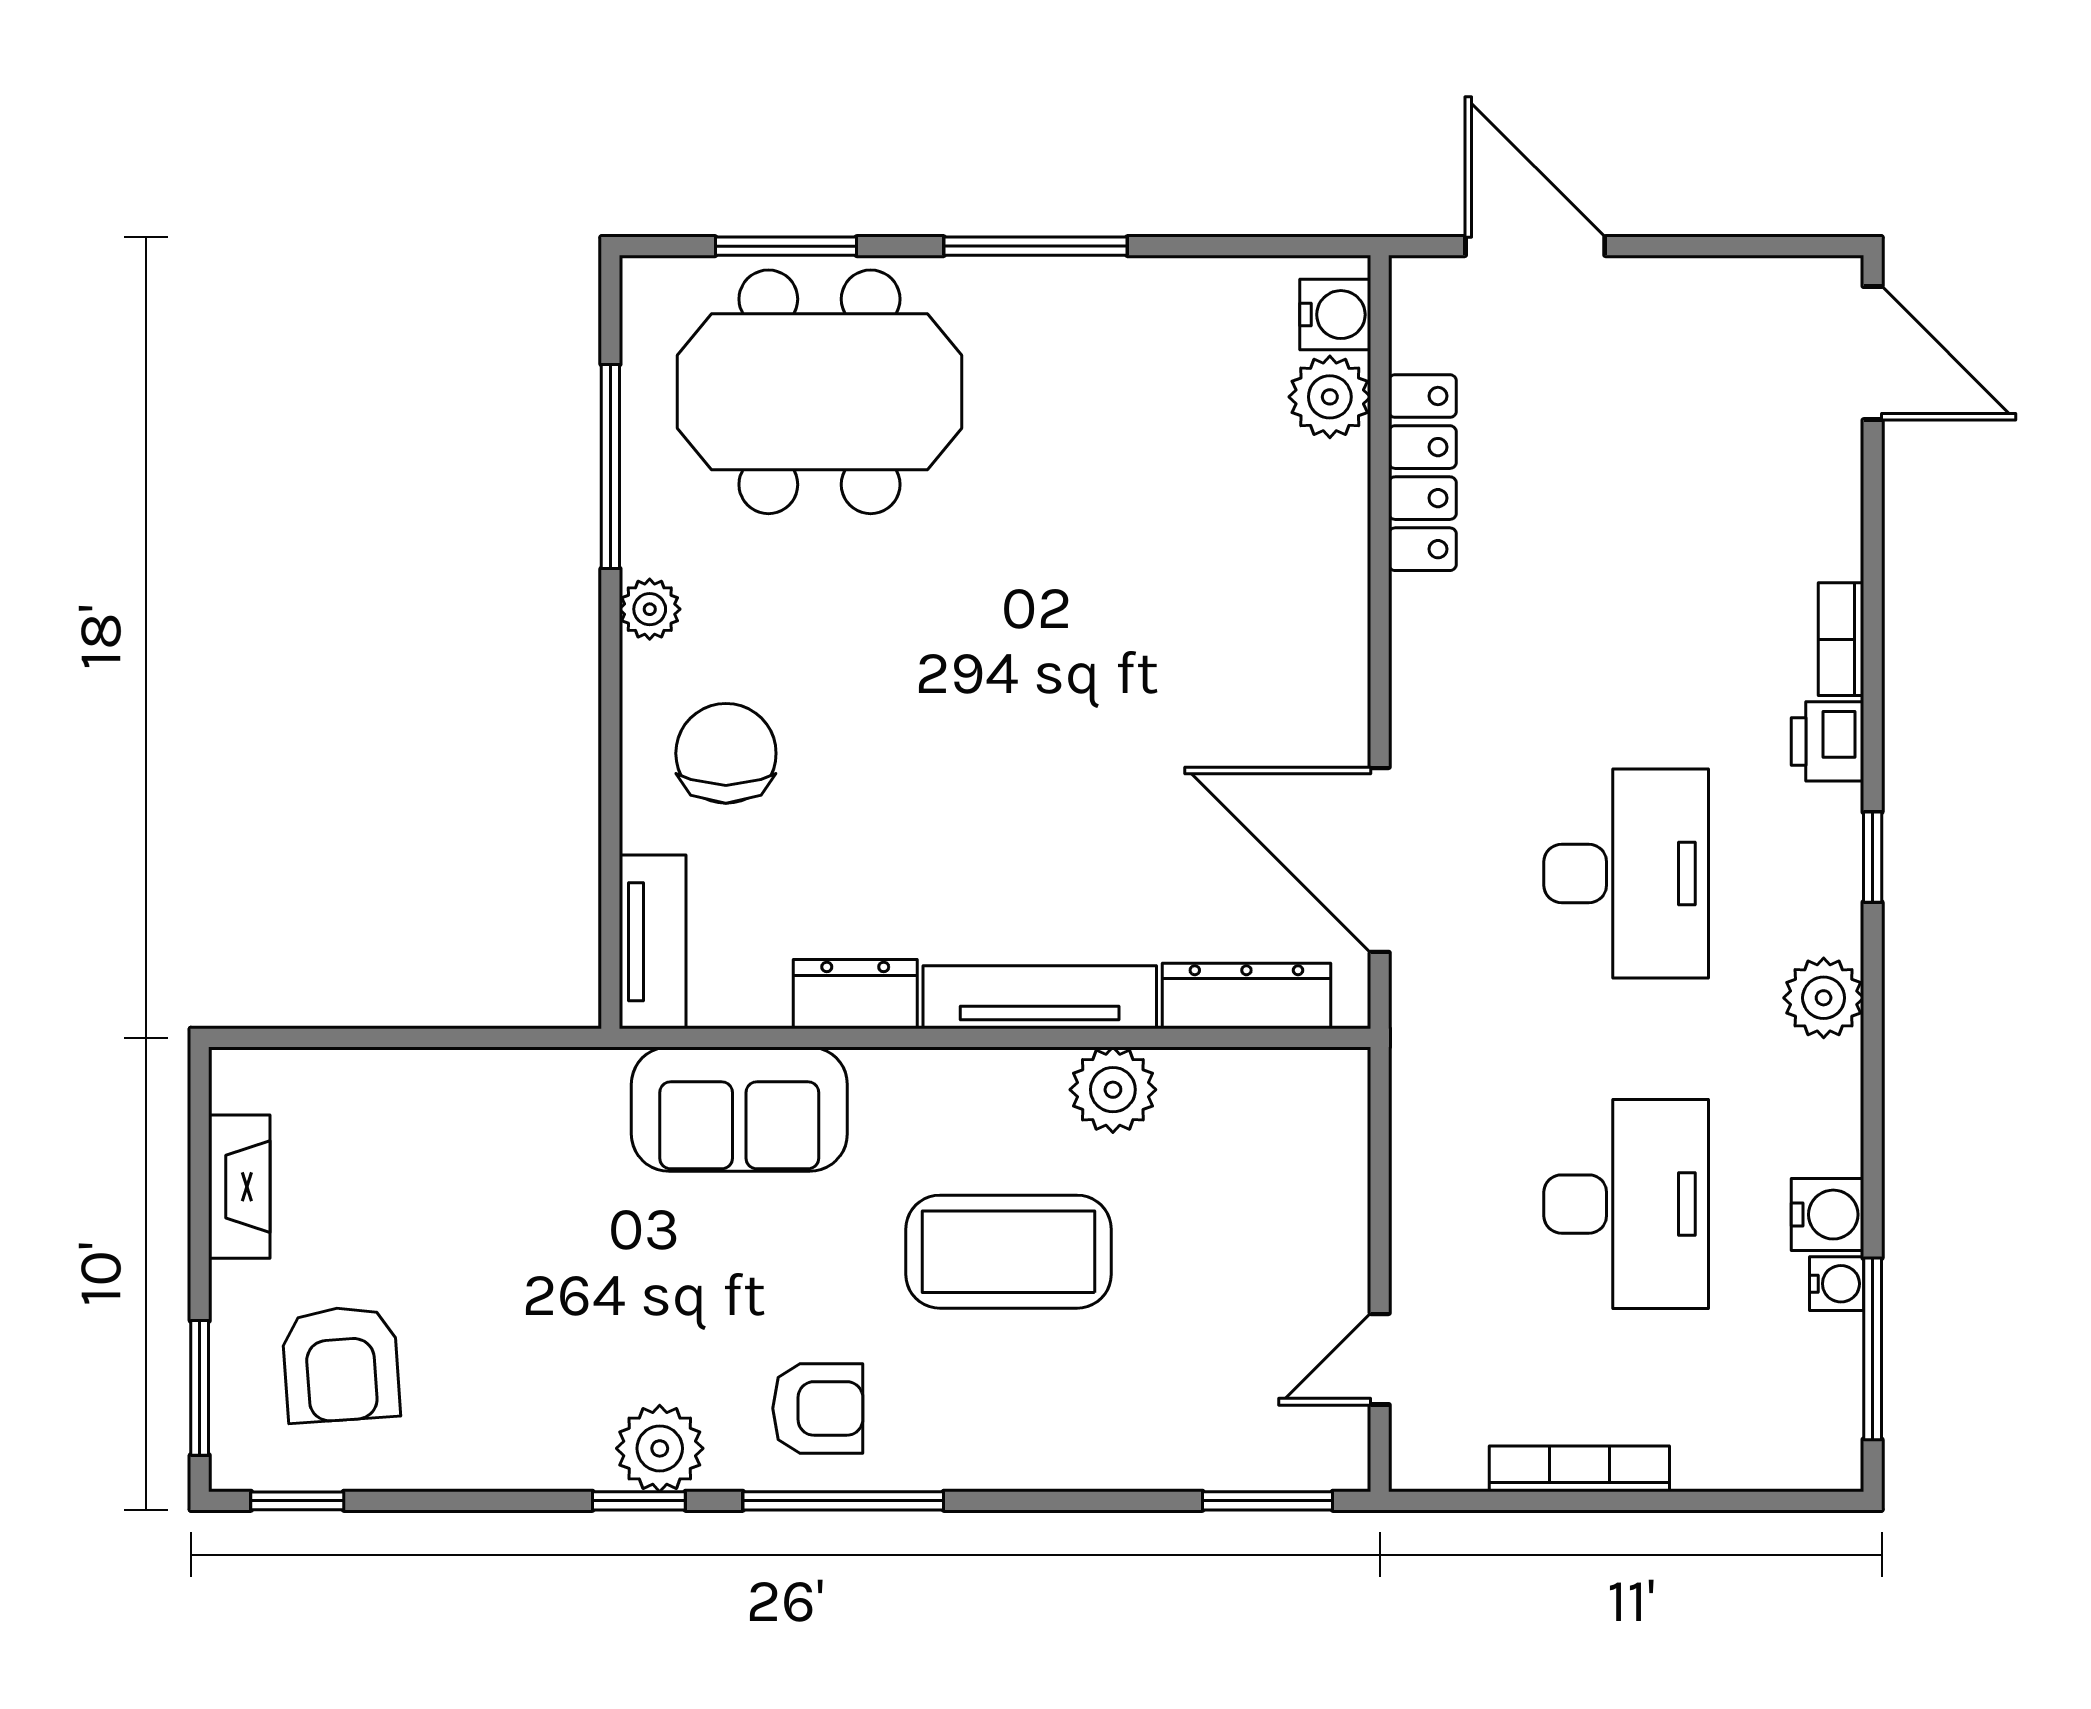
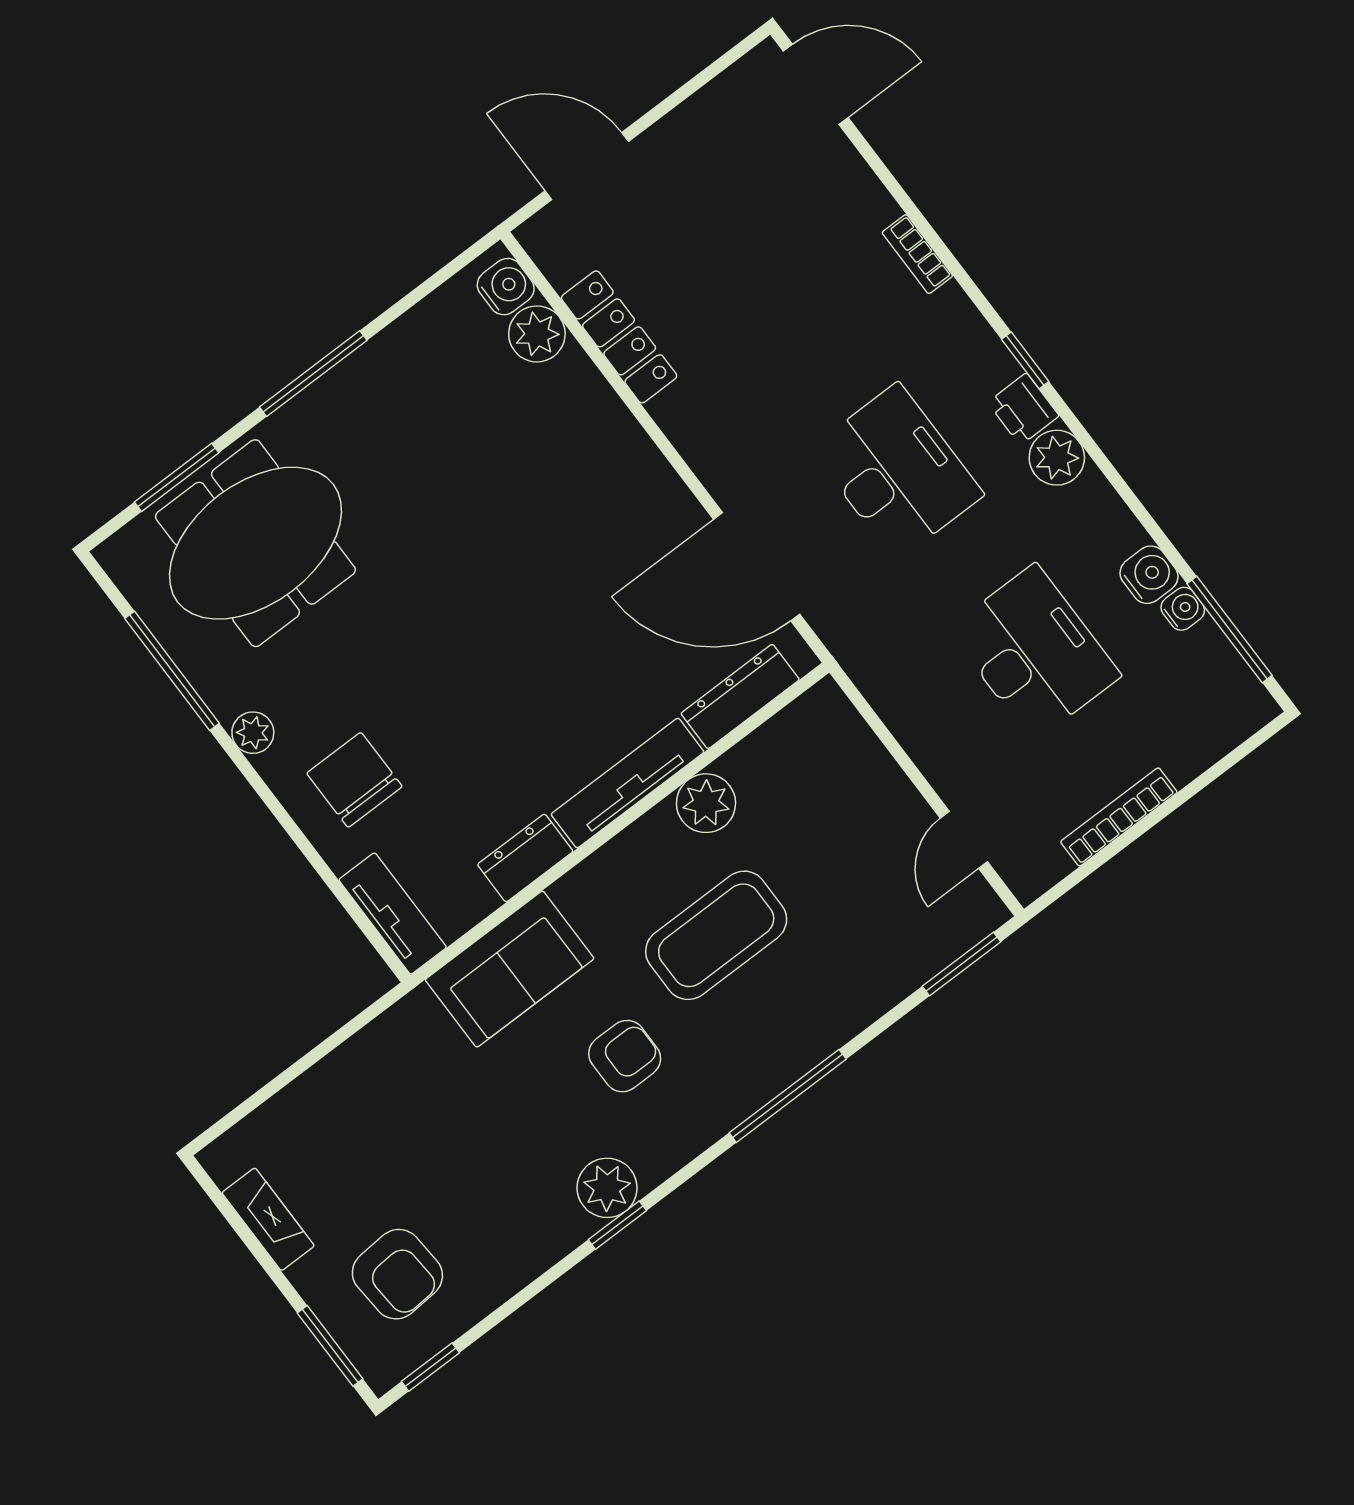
printer: (1827, 741) -> (1023, 409), moved
armchair: (818, 1408) -> (625, 1056), moved
window: (843, 1501) -> (788, 1096), moved

